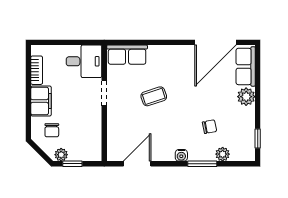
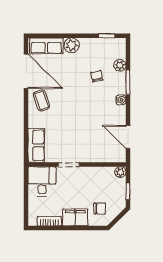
coffee table: (154, 96) -> (41, 100), moved
plant: (61, 155) -> (120, 172), moved

